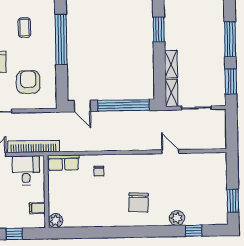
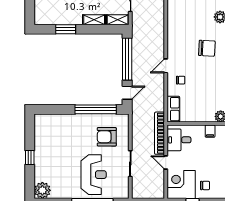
coffee table: (24, 28) -> (62, 139), removed
window: (61, 39) -> (96, 109), moved
door: (170, 152) -> (166, 66), moved

